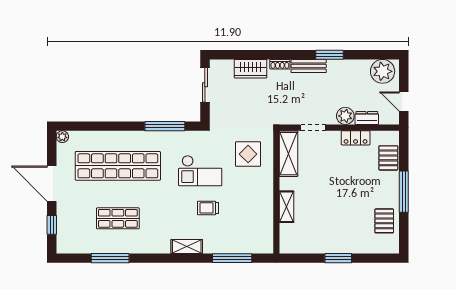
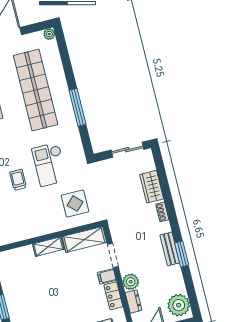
bench: (309, 66) -> (170, 249), moved
window: (165, 126) -> (78, 107), moved
filing cabinet: (333, 140) -> (107, 276), added
shelving: (286, 207) -> (48, 247), moved

